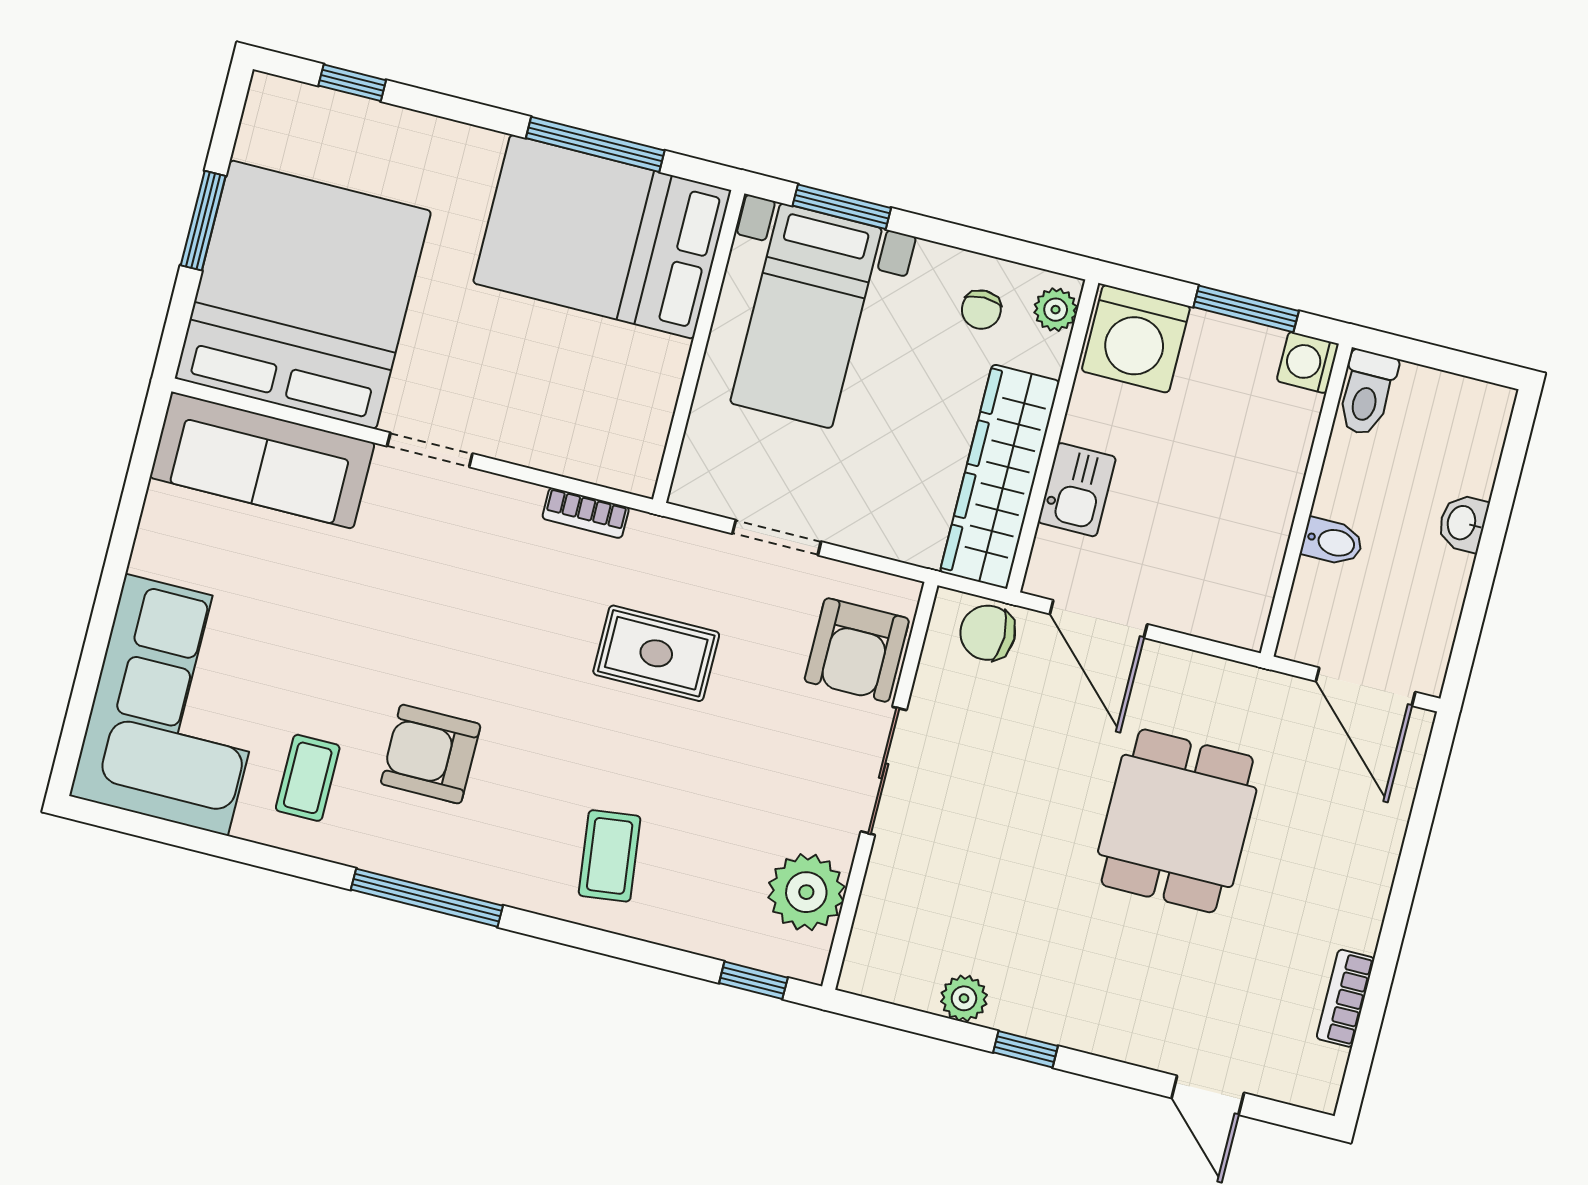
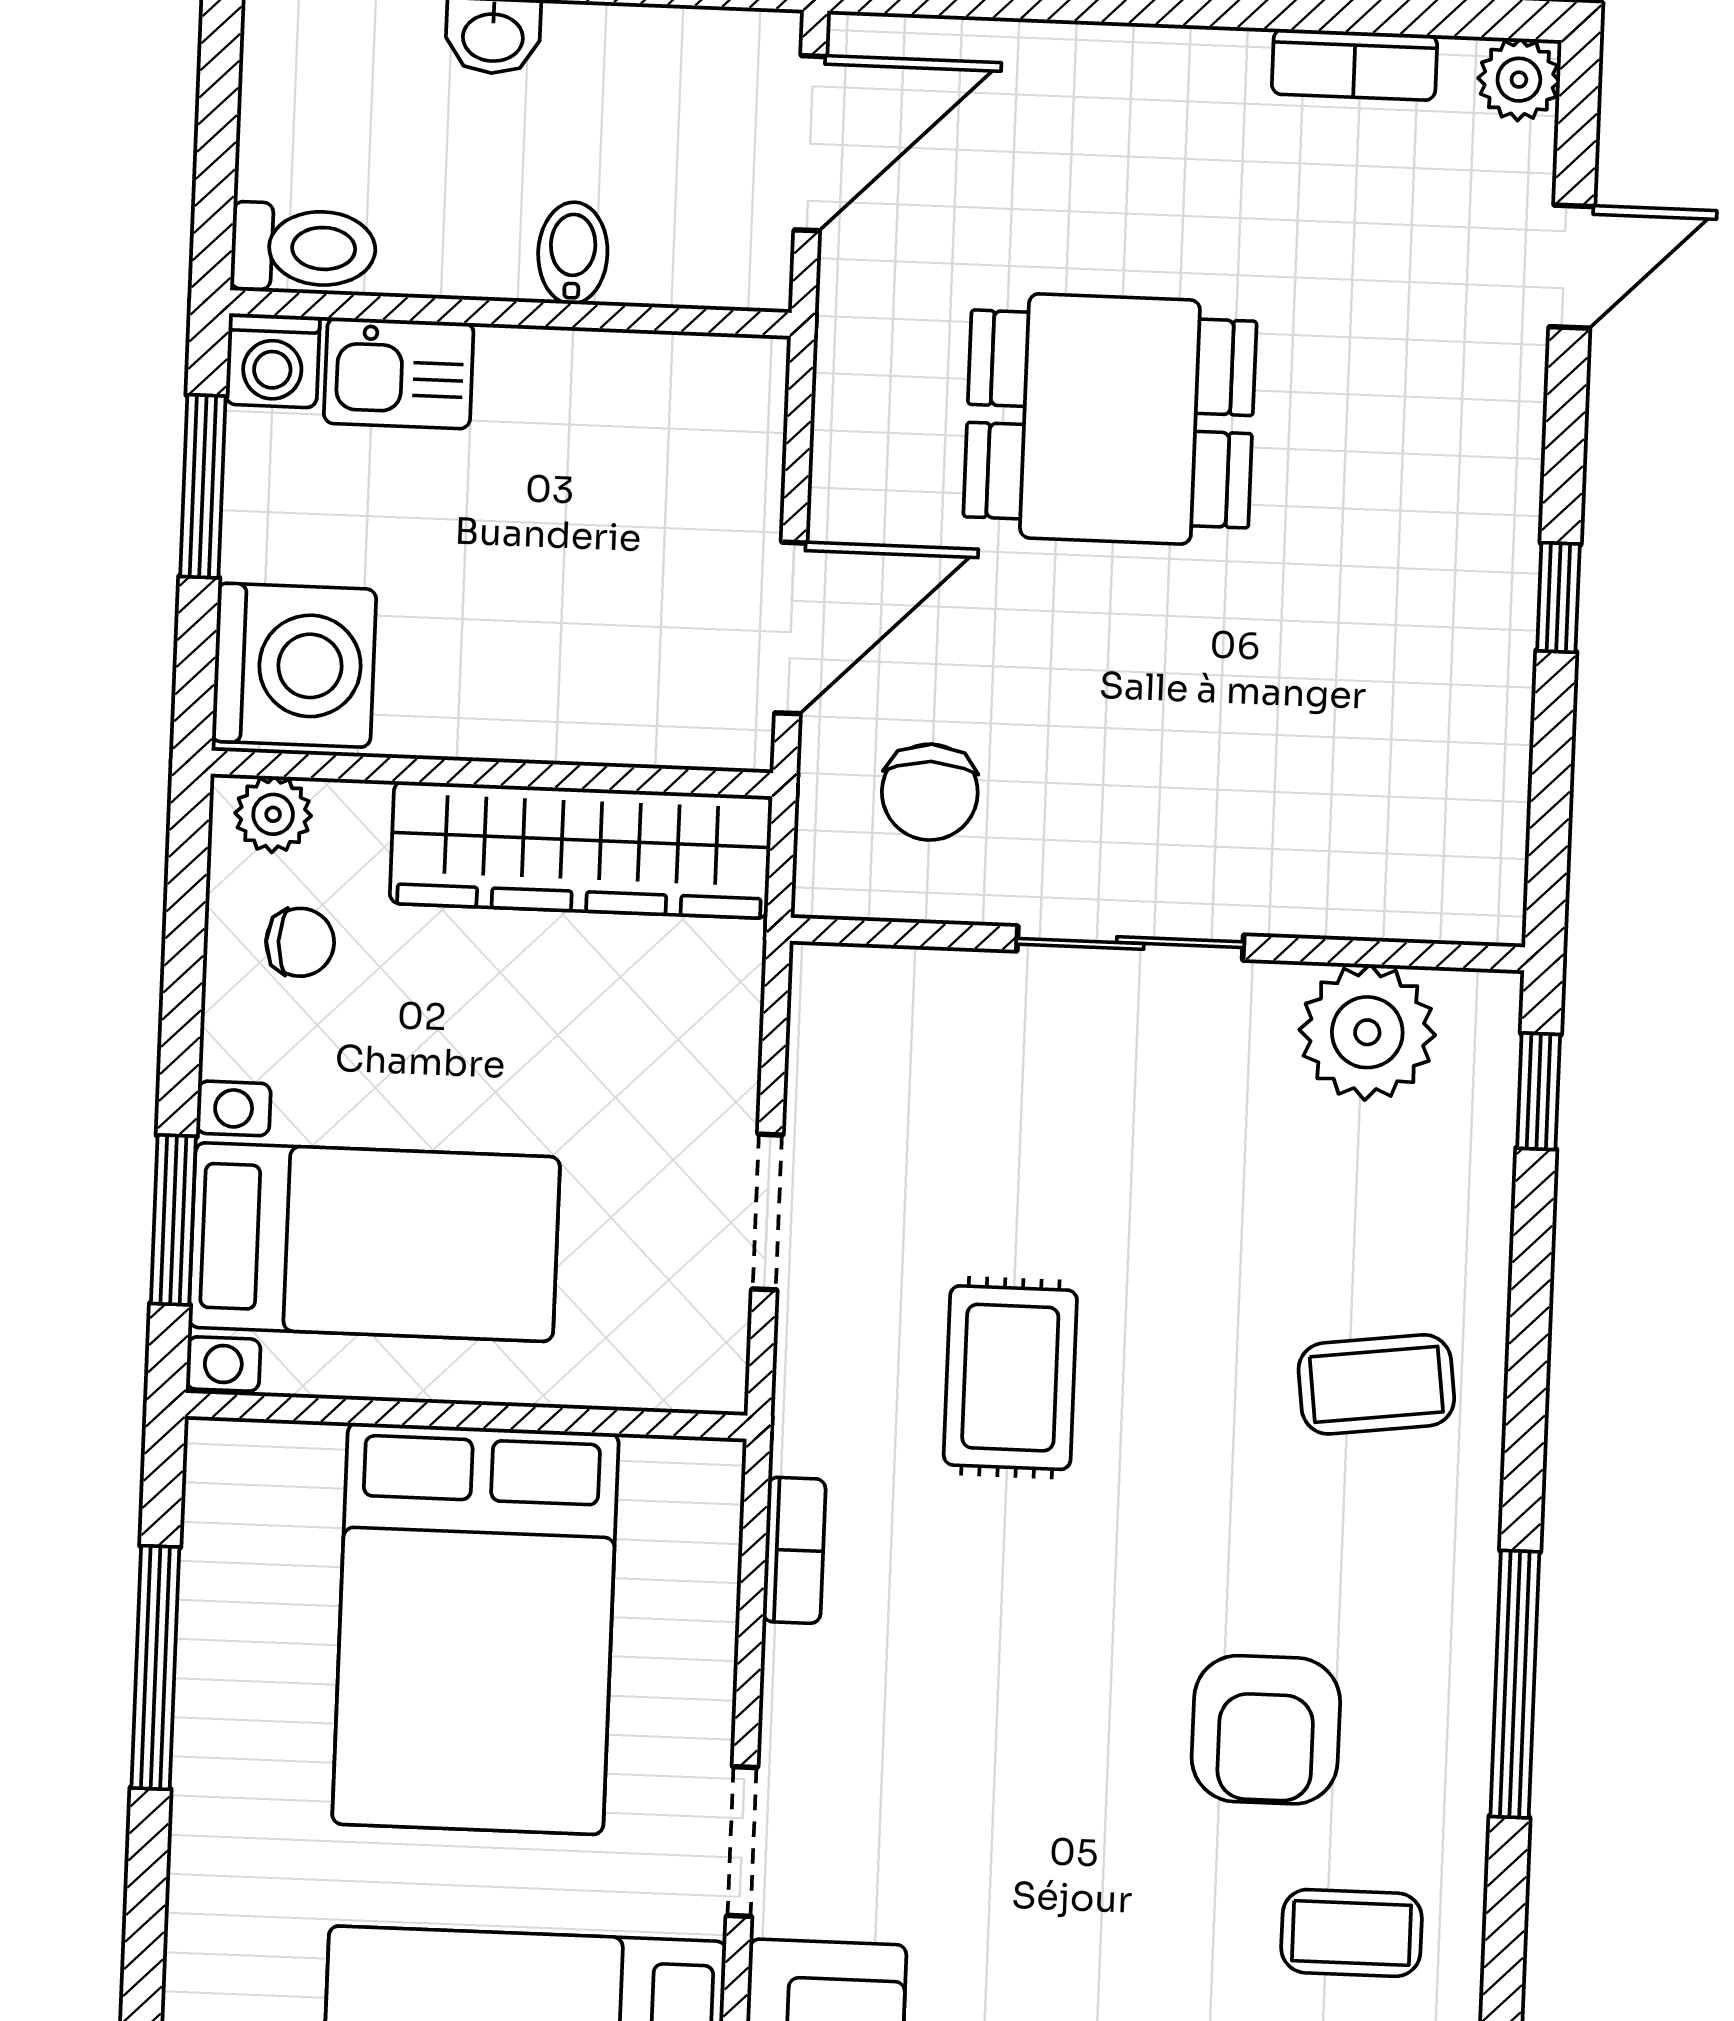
bed: (602, 237) -> (475, 1629), moved
kitchen sink: (1077, 490) -> (399, 373), moved, turned 180
chair: (988, 633) -> (930, 792), moved
armchair: (857, 650) -> (932, 1033), removed
plant: (964, 998) -> (1519, 80), moved

